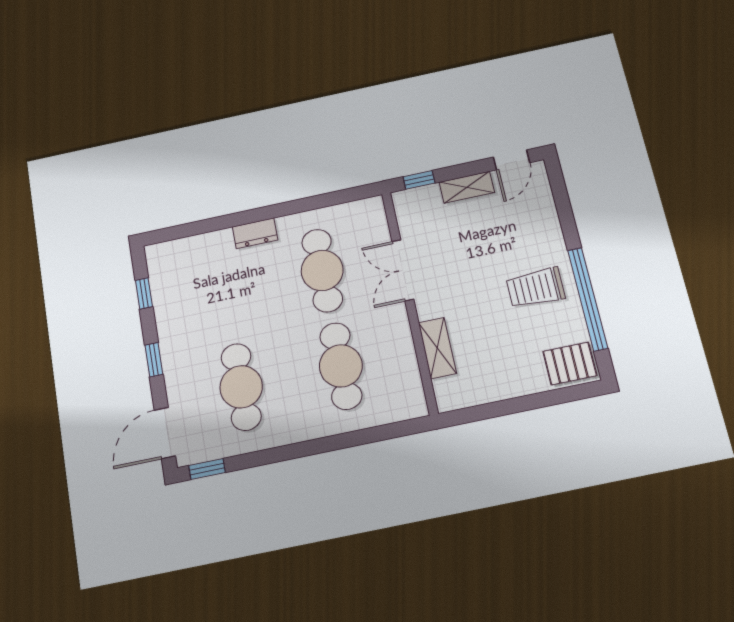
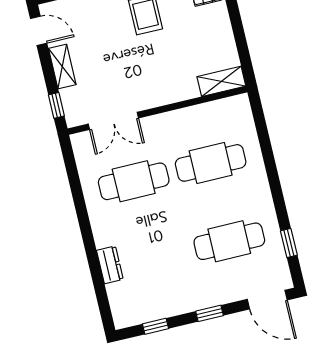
dresser: (255, 233) -> (110, 265), moved
double door: (403, 270) -> (113, 121), moved
shelving: (437, 348) -> (221, 81), moved
window: (207, 469) -> (289, 243), moved

